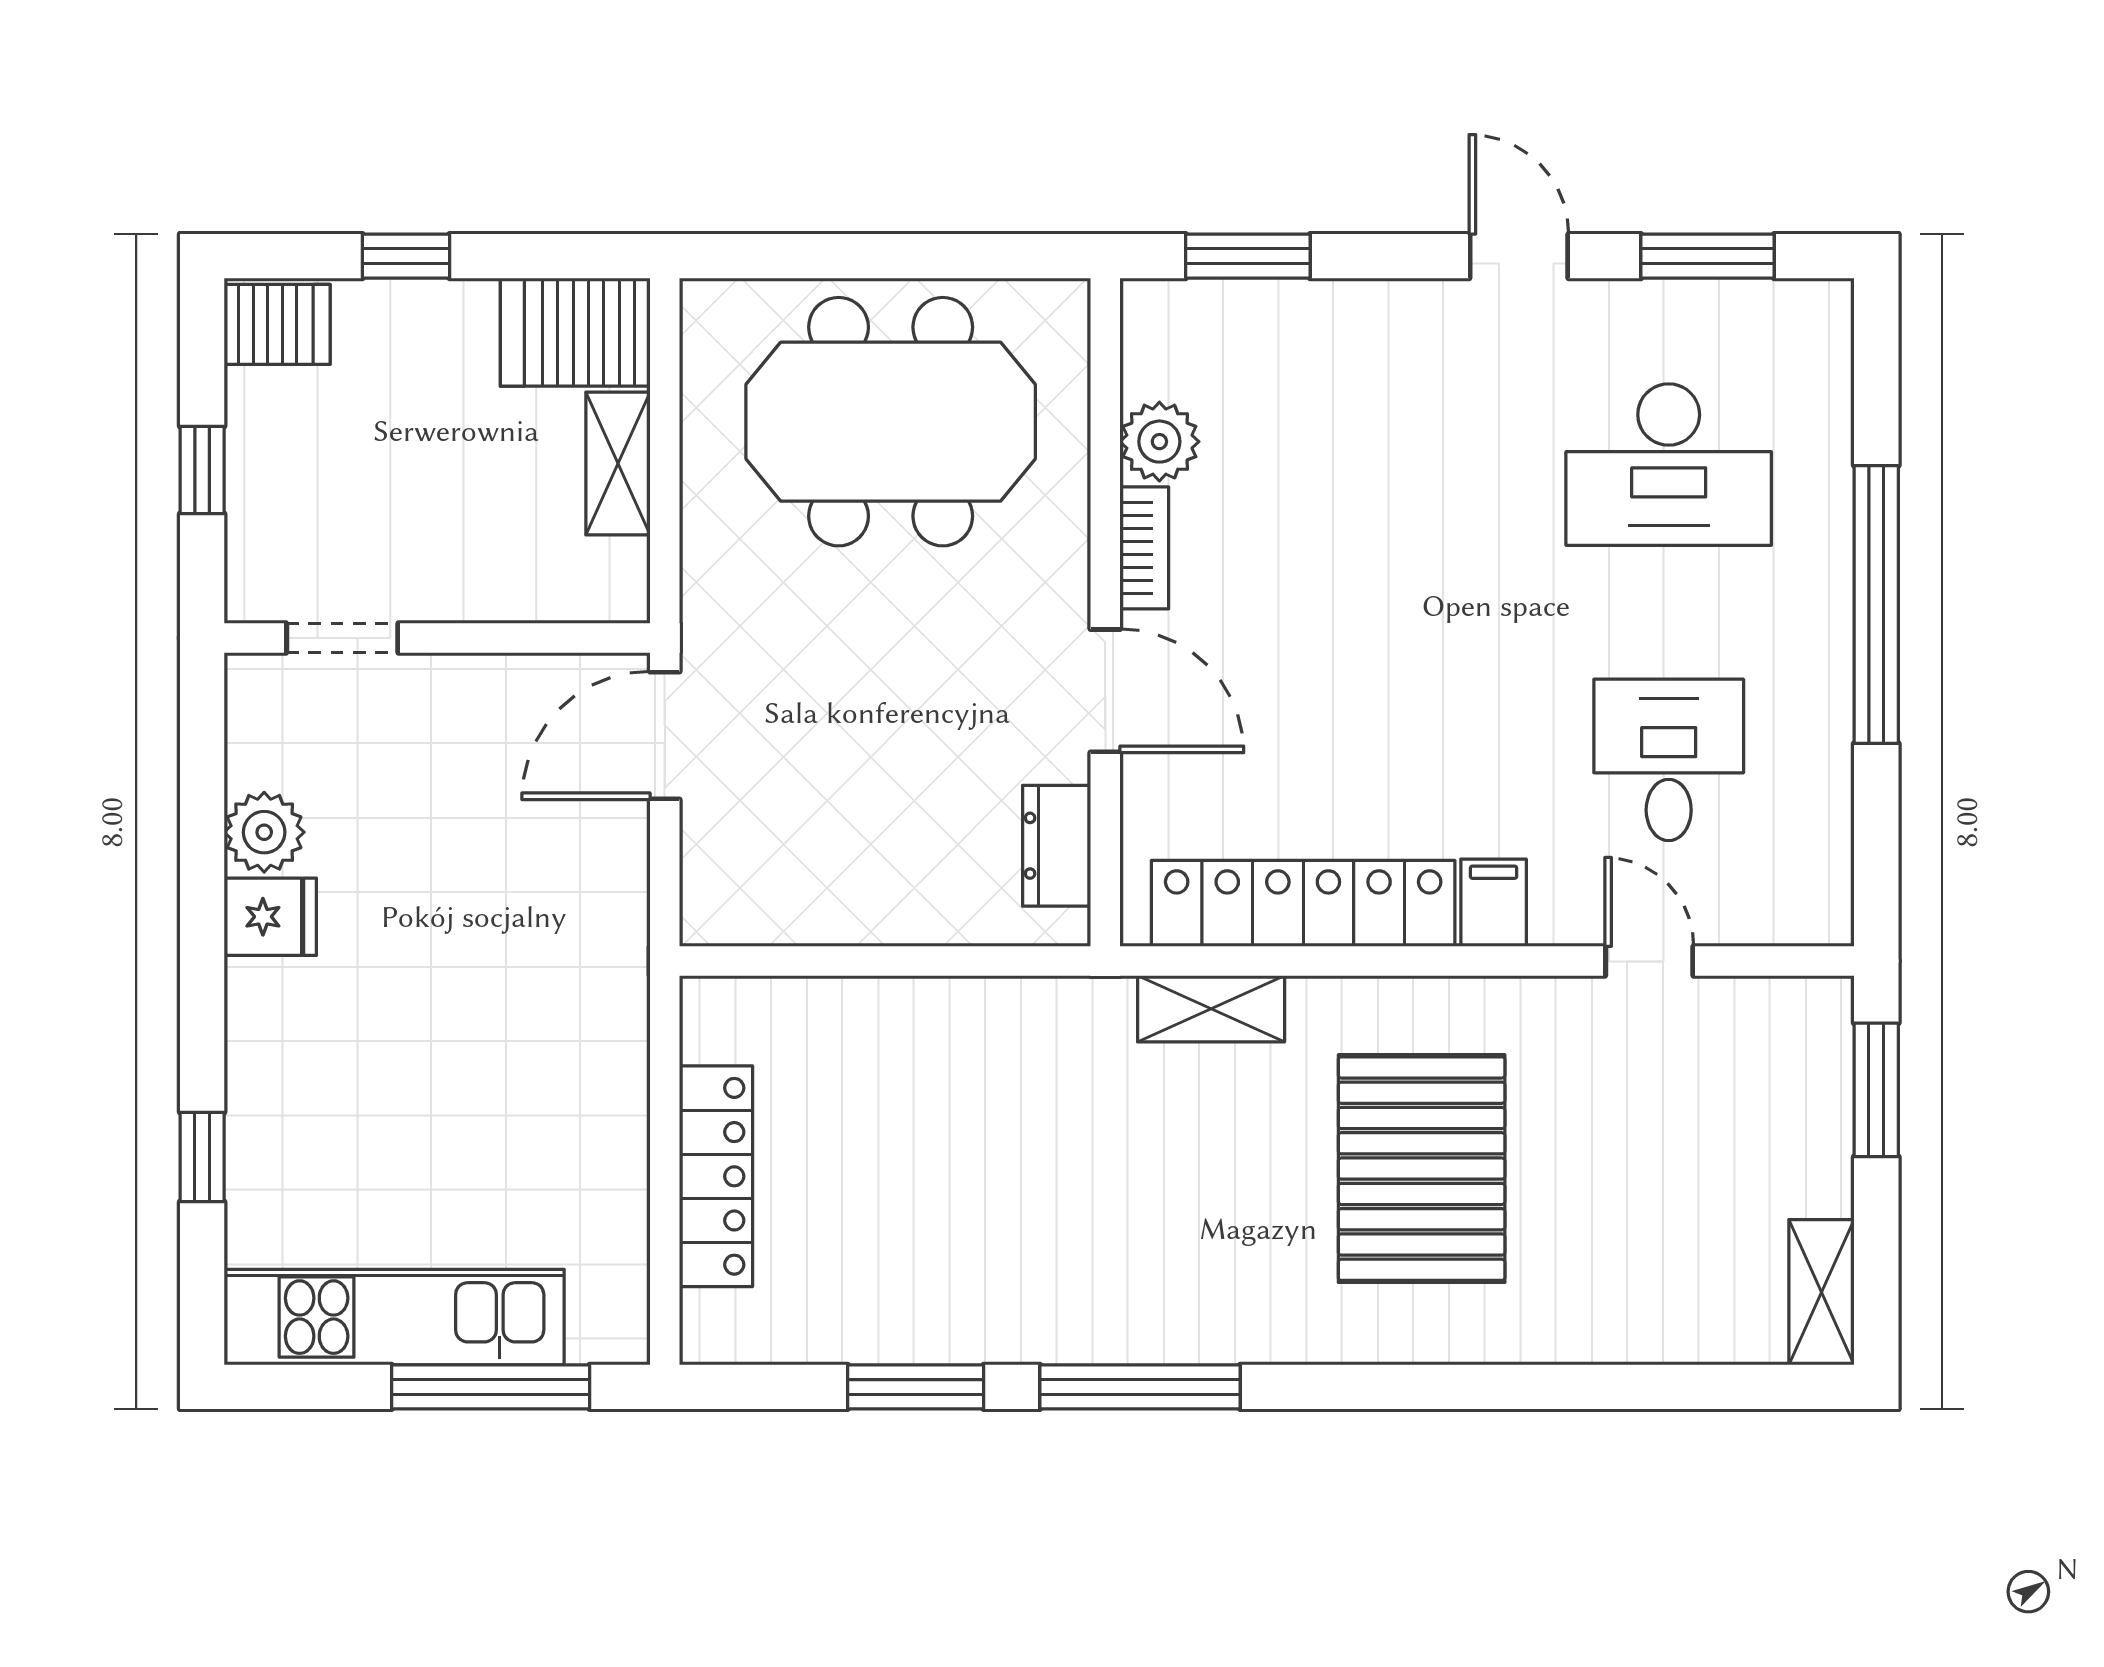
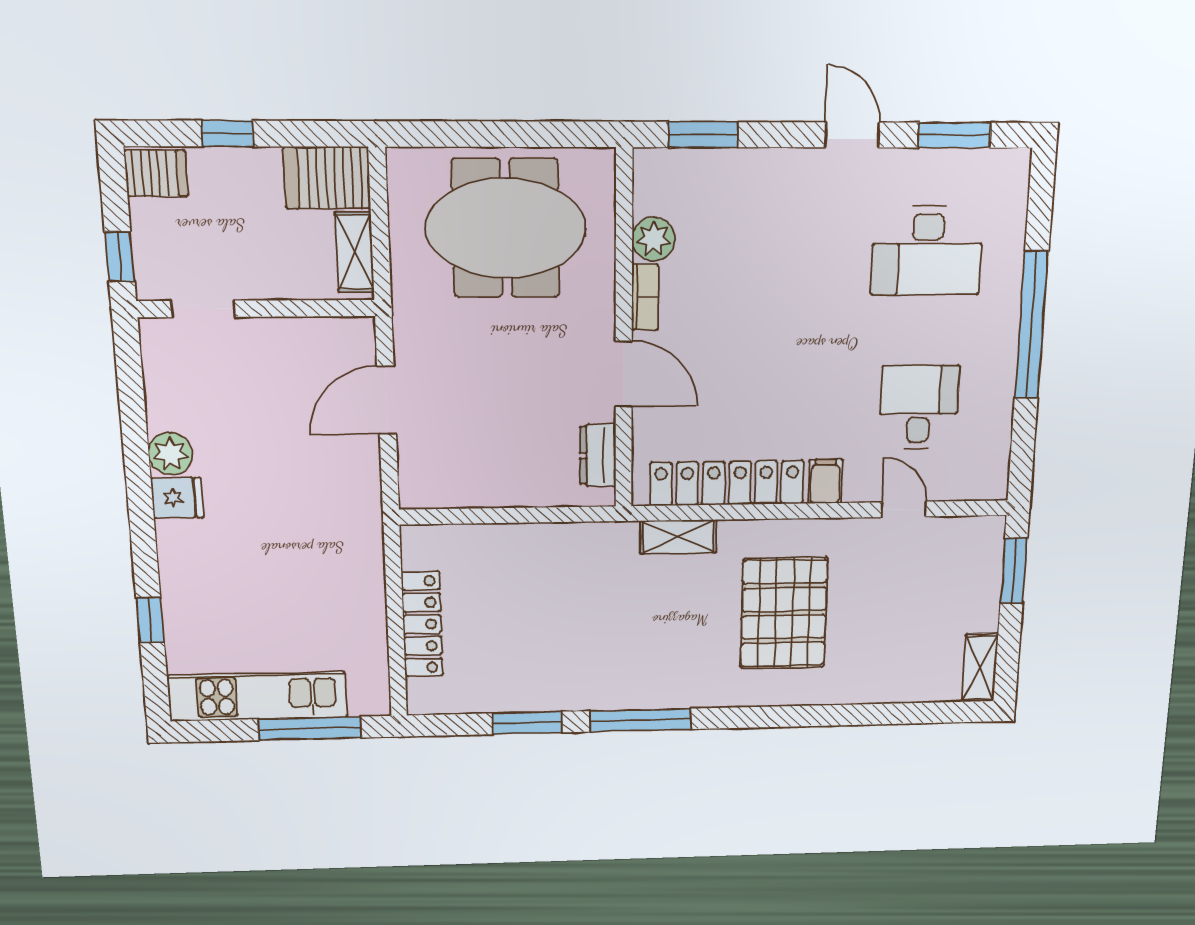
doorway: (342, 638) -> (203, 309), moved
wall: (437, 638) -> (256, 309), moved

